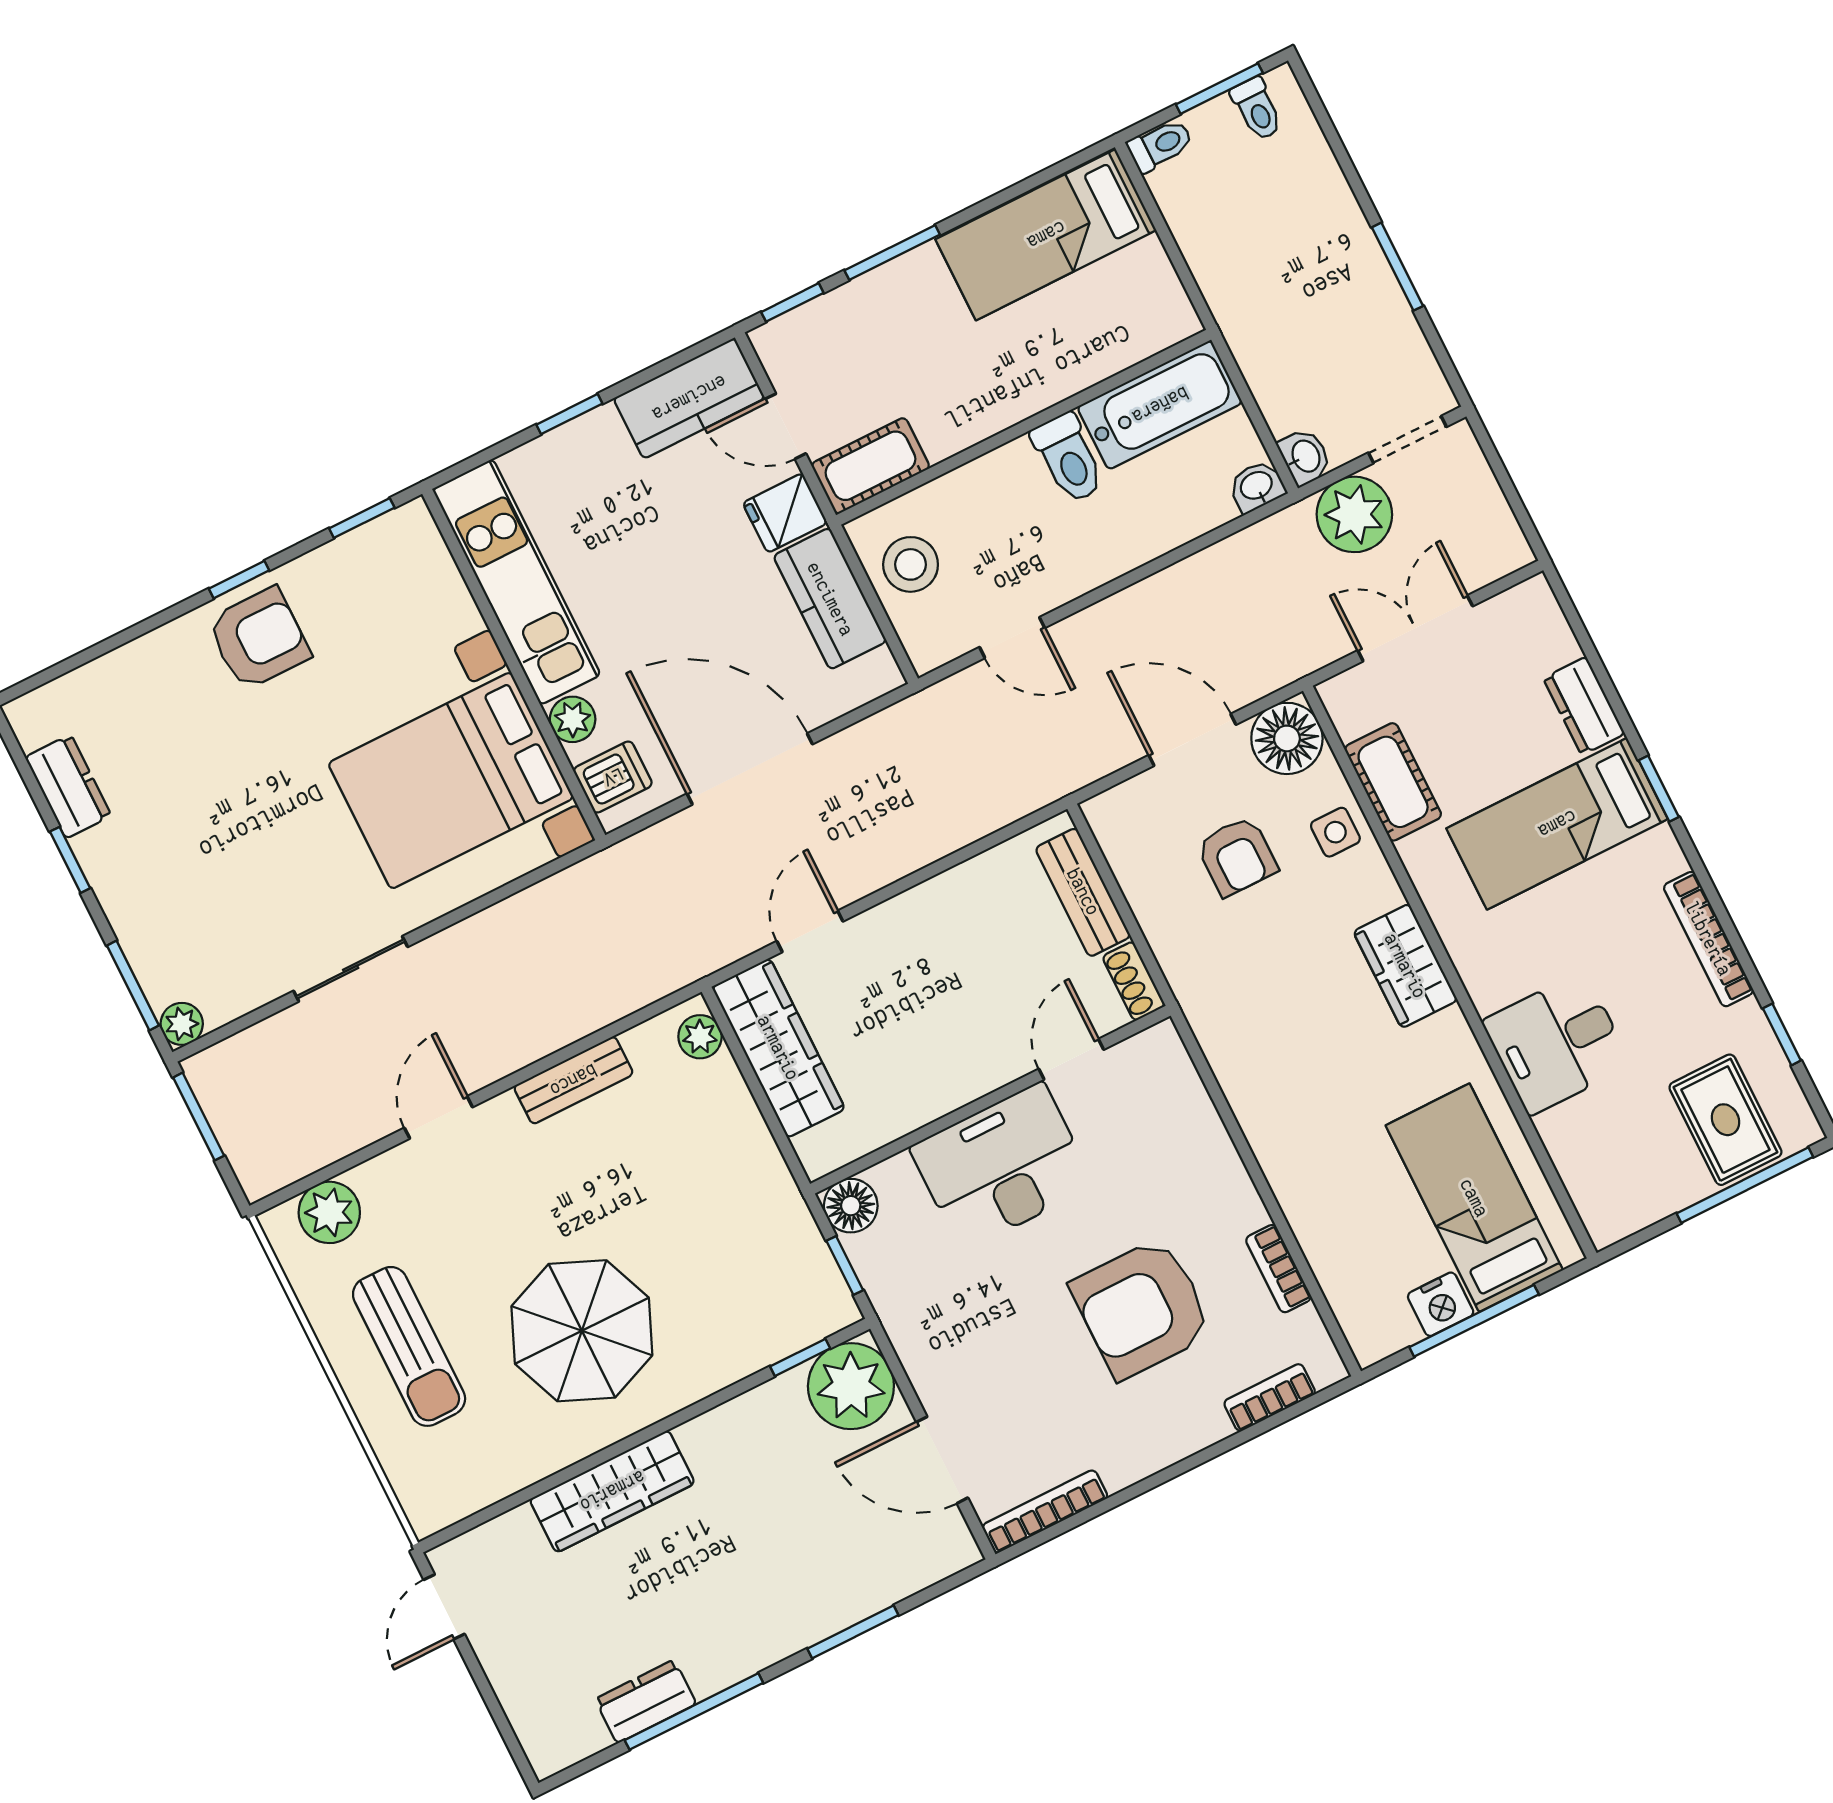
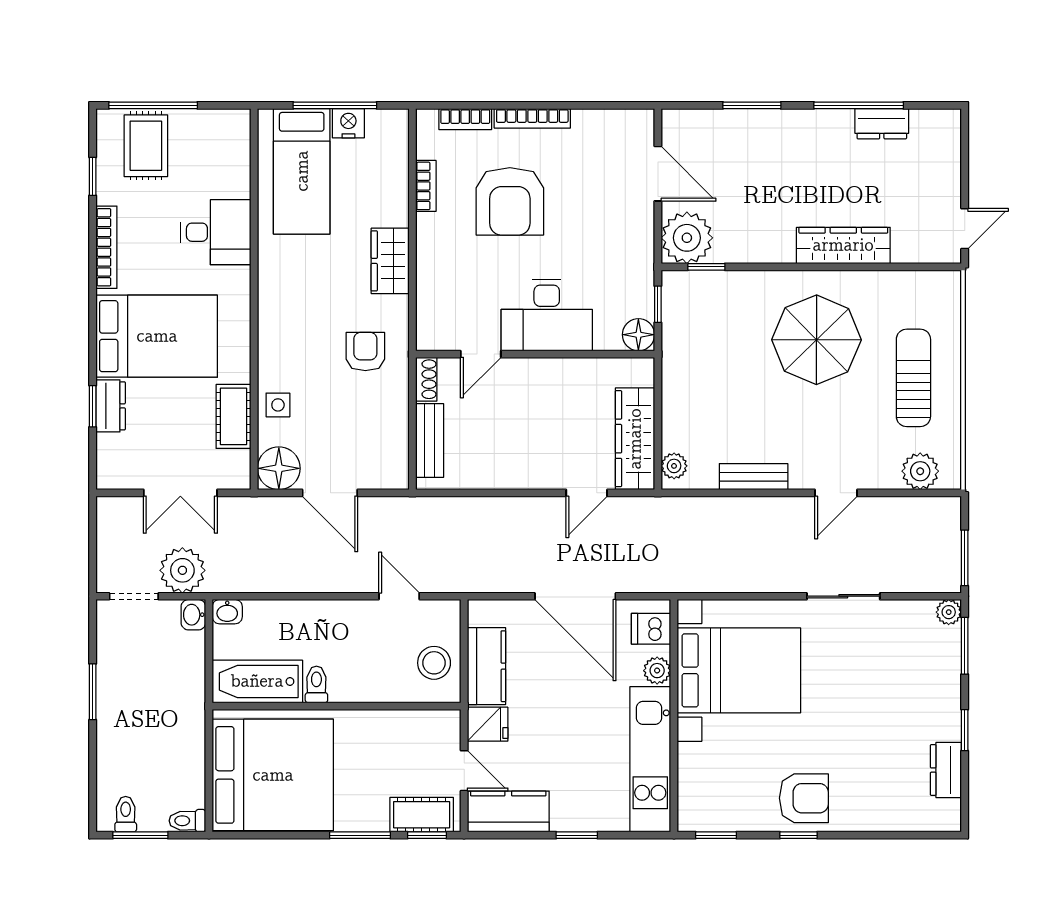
bed: (1046, 235) -> (273, 775), width x2.04
toilet: (1069, 458) -> (316, 684), width x0.73, depth x0.72
cot: (870, 466) -> (422, 815), moved
armchair: (259, 639) -> (804, 798), turned 180
window: (1659, 789) -> (93, 406), moved
bed: (1557, 824) -> (157, 336), width x1.50
armchair: (1237, 856) -> (365, 352), moved
wardrobe: (1405, 966) -> (390, 261), moved, turned 180
armchair: (1142, 1308) -> (510, 201), turned 90
bookcase: (1045, 1511) -> (532, 118), moved

